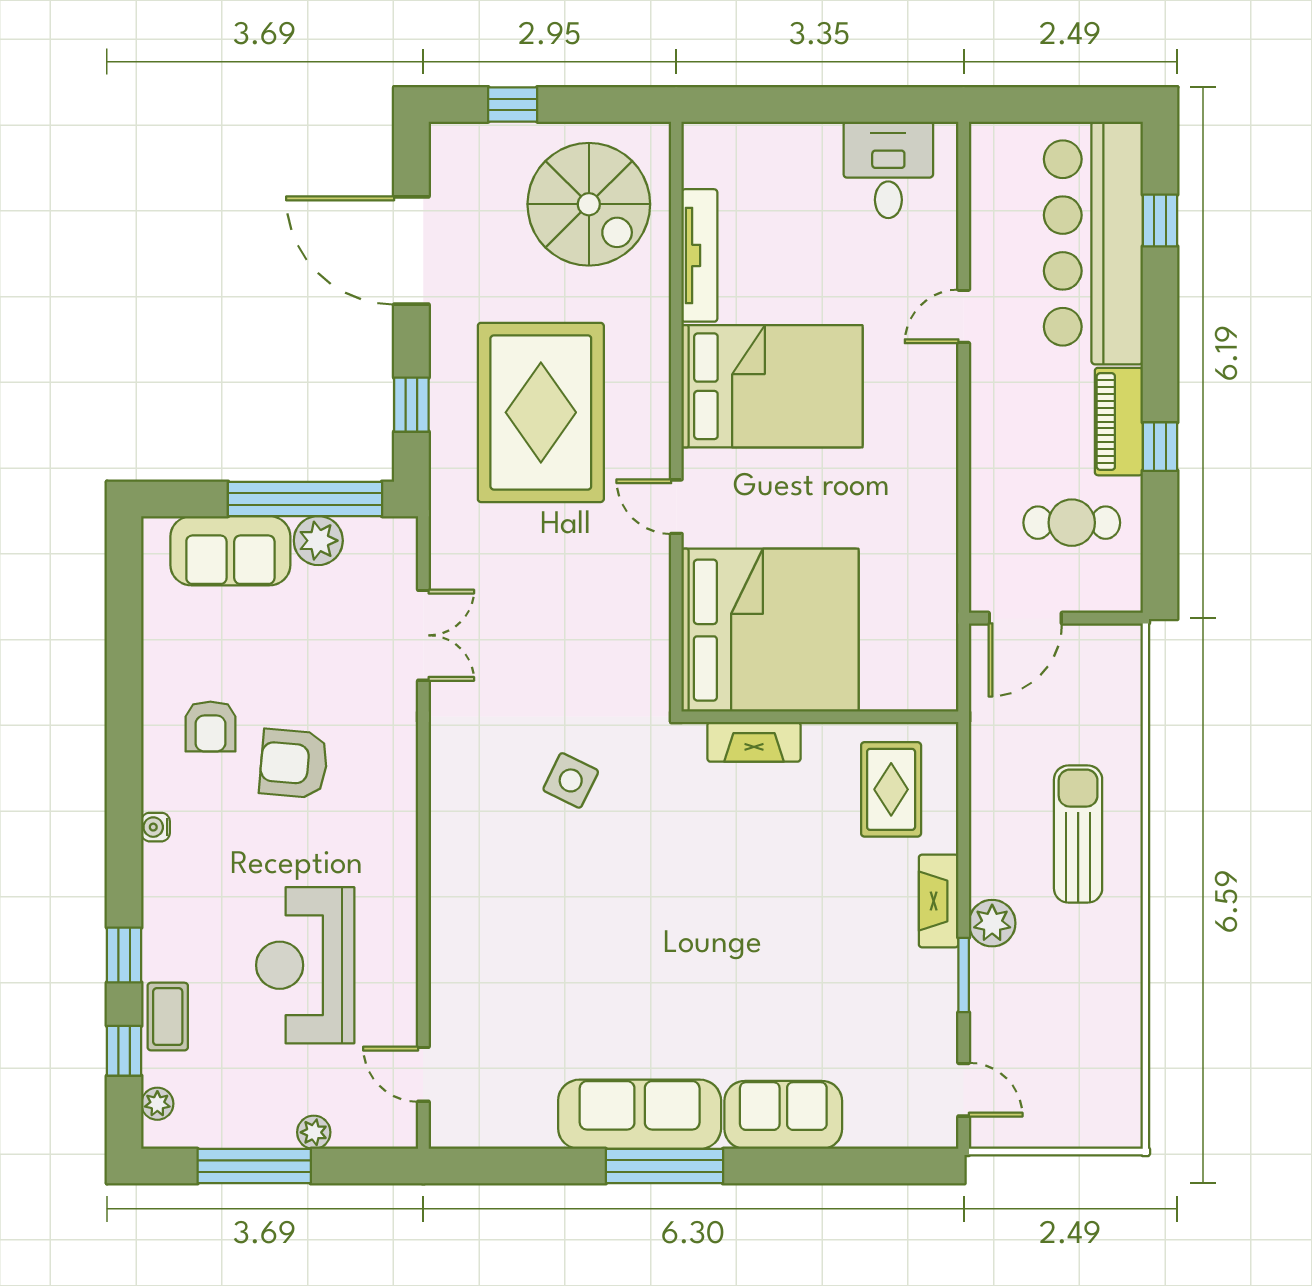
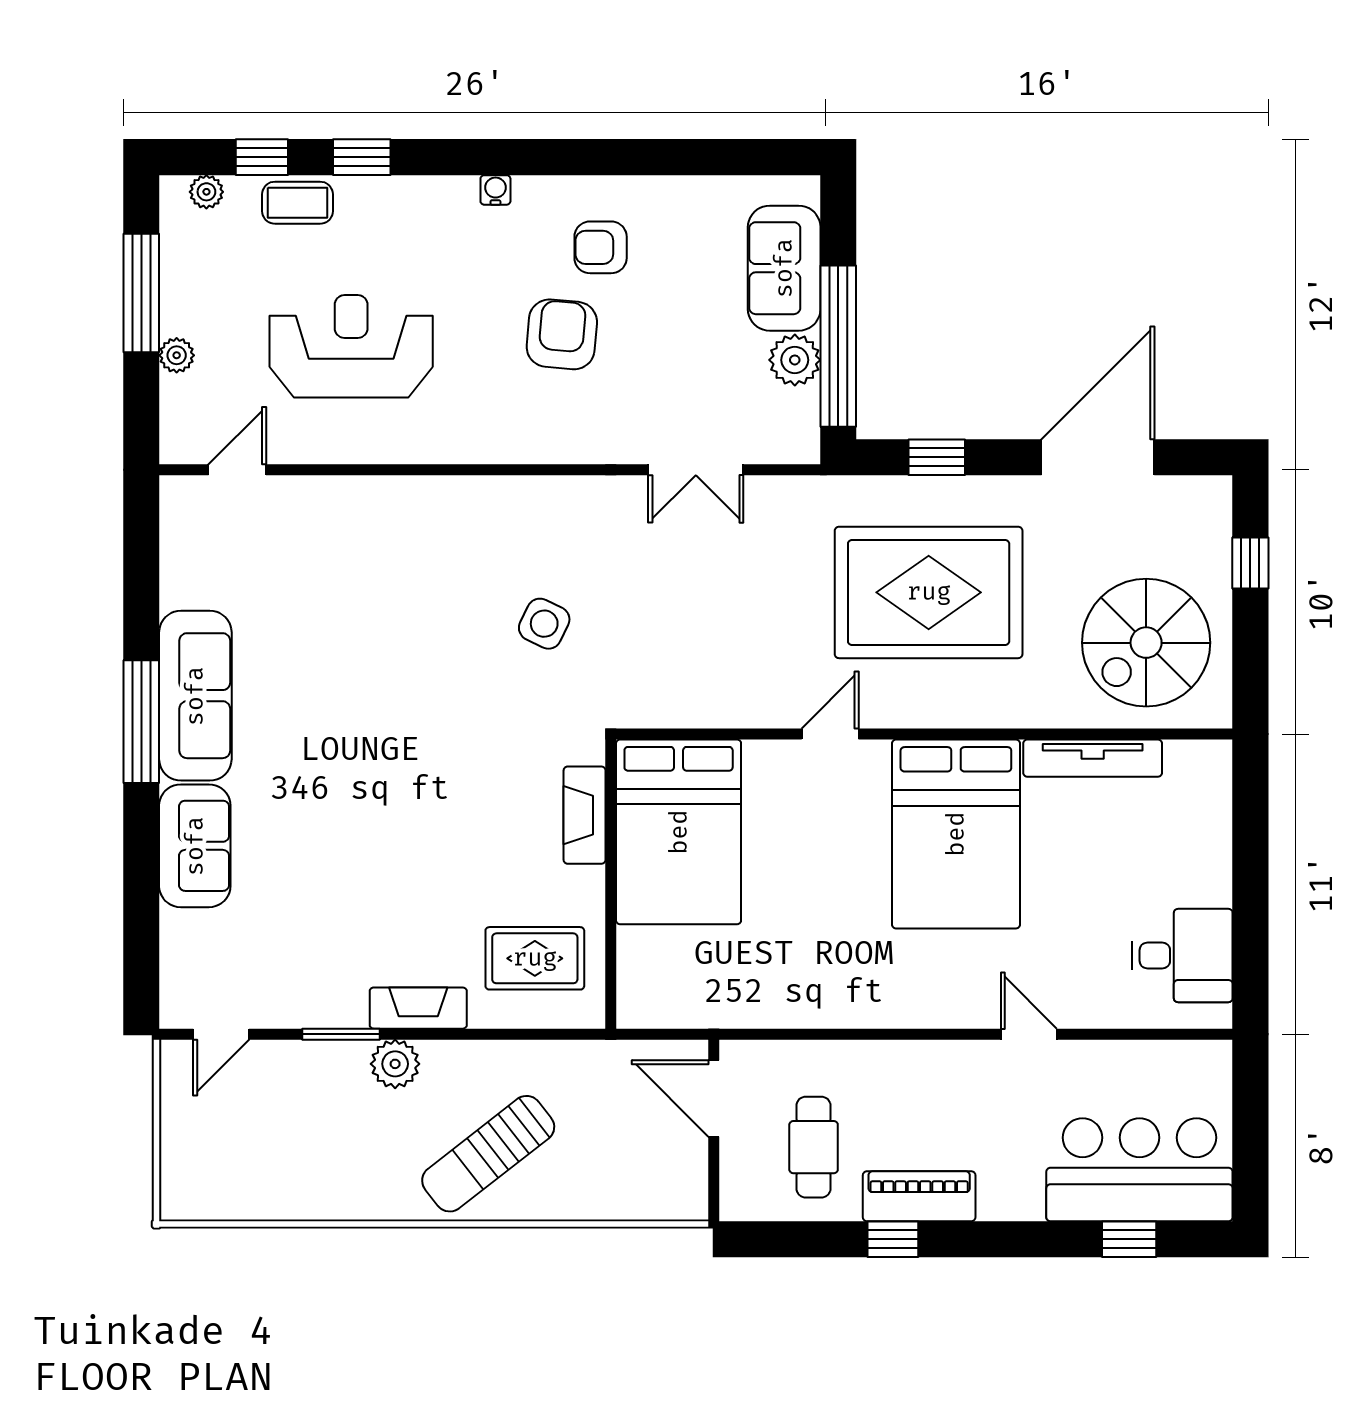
bar counter: (1093, 243) -> (1139, 1170), width x0.73
bed: (770, 630) -> (679, 832), width x0.73
sun lounger: (1078, 834) -> (488, 1154), turned 142

